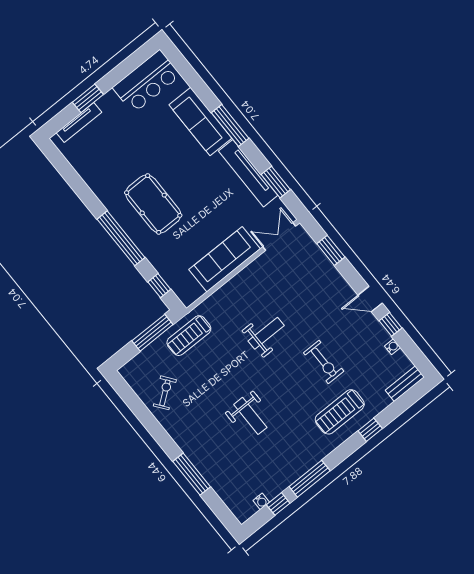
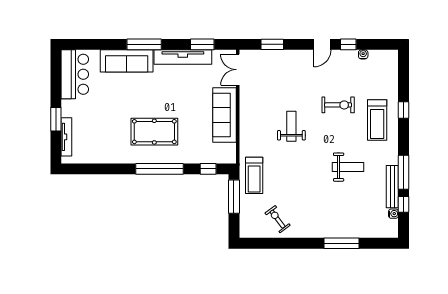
bench: (405, 384) -> (392, 187), moved, width x1.36
weight bench: (250, 416) -> (348, 167), moved

